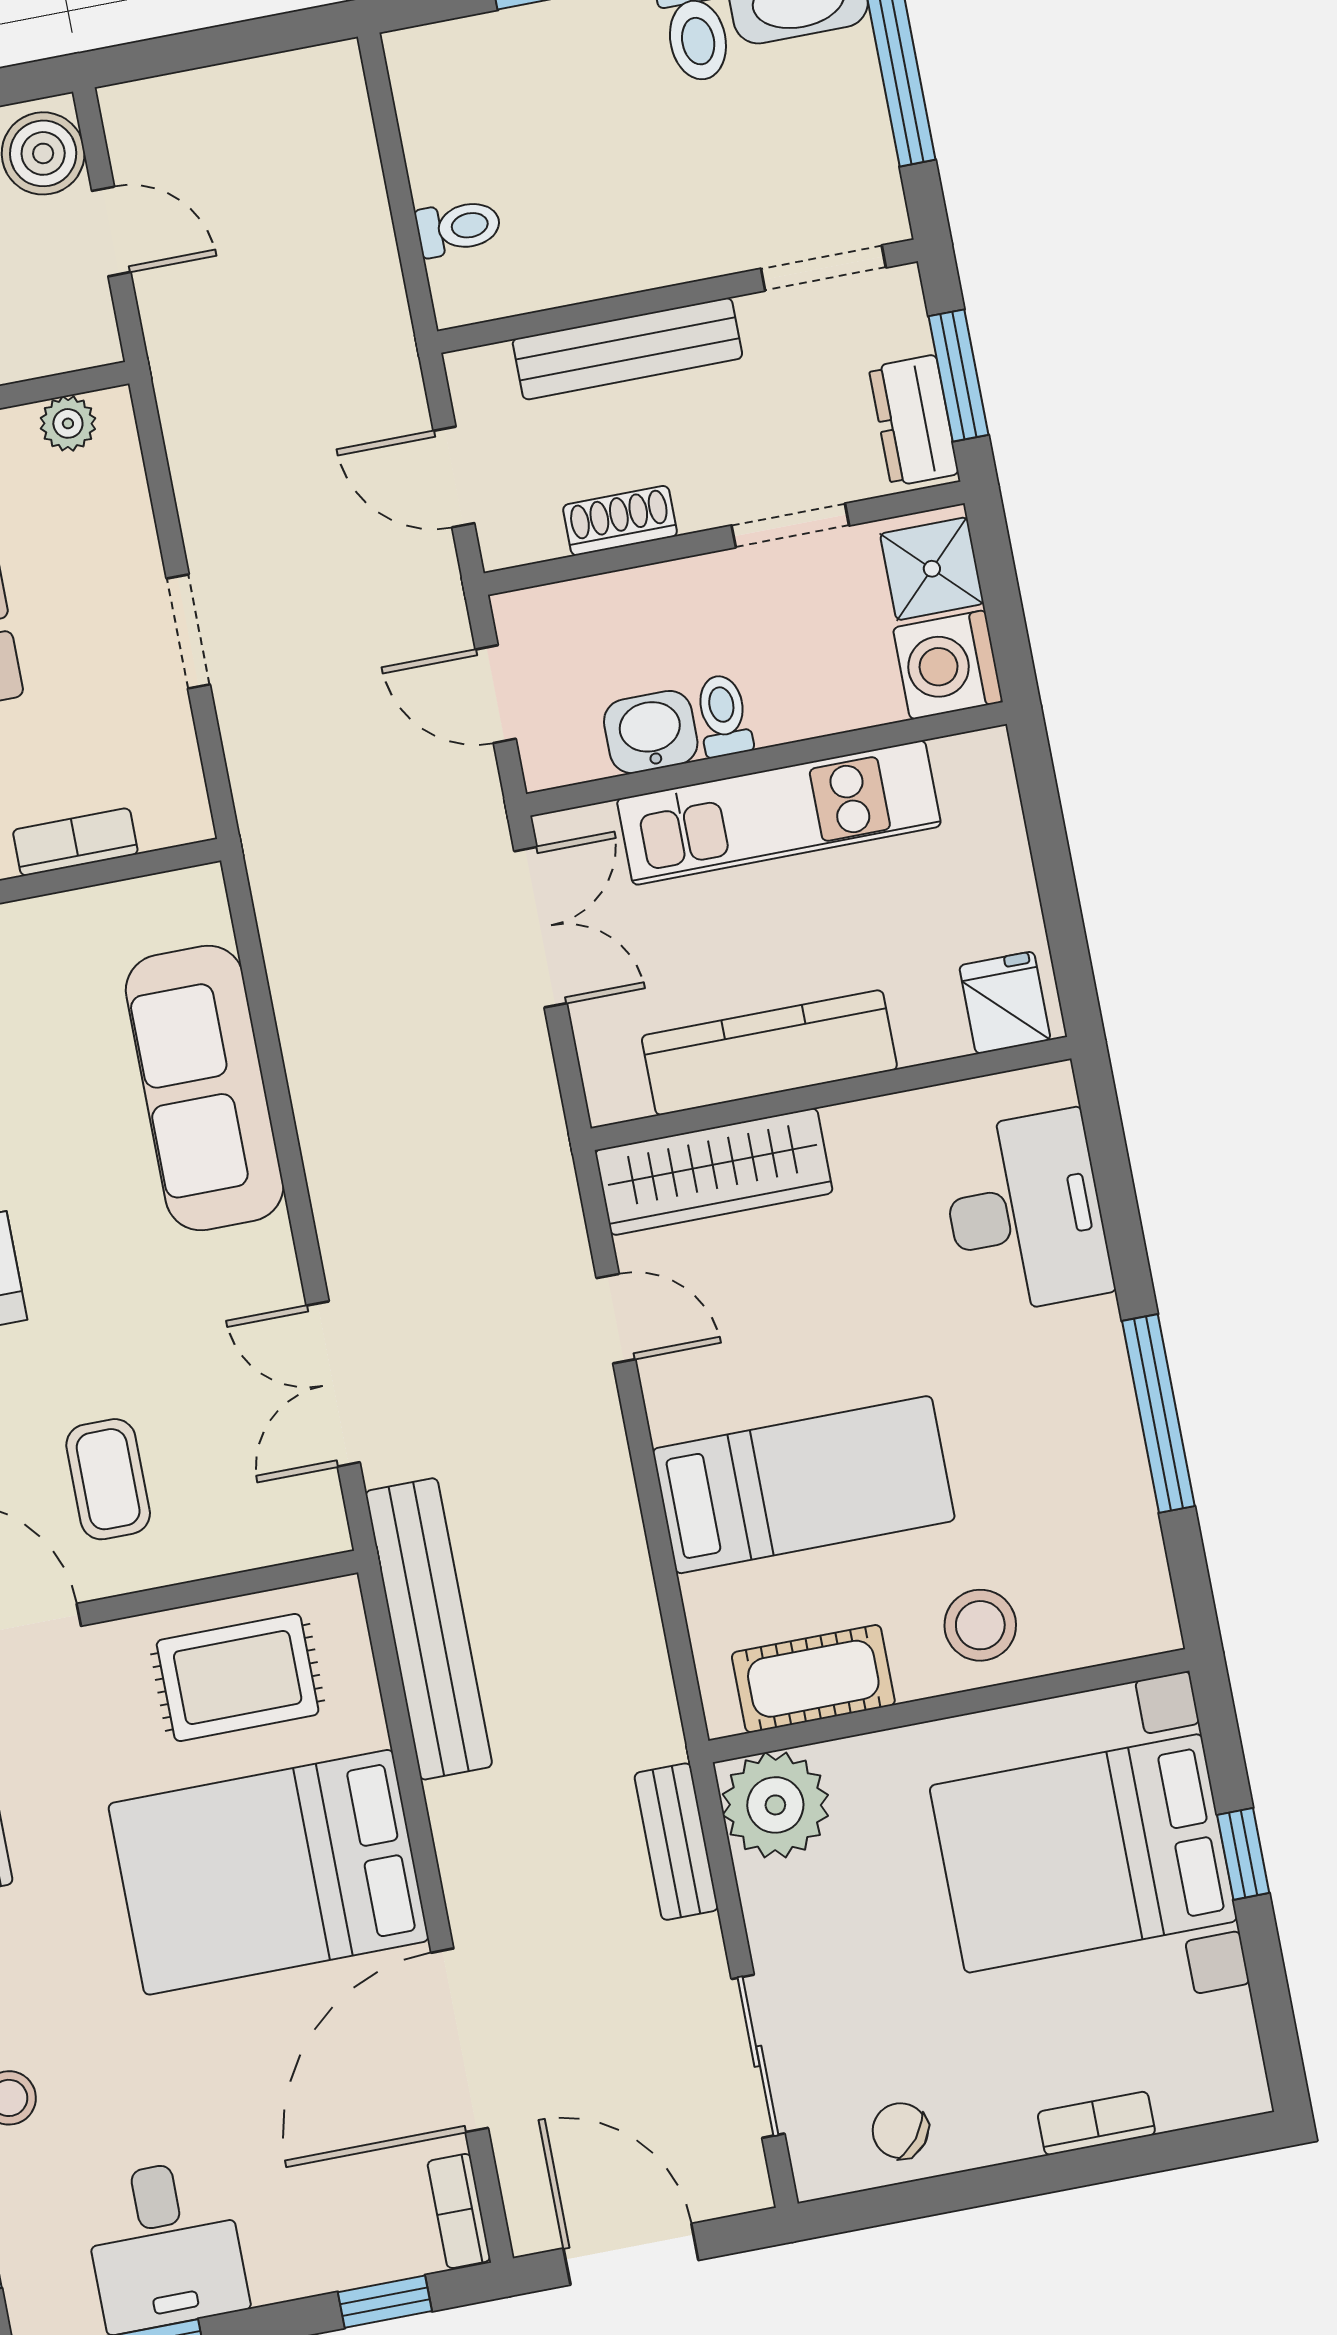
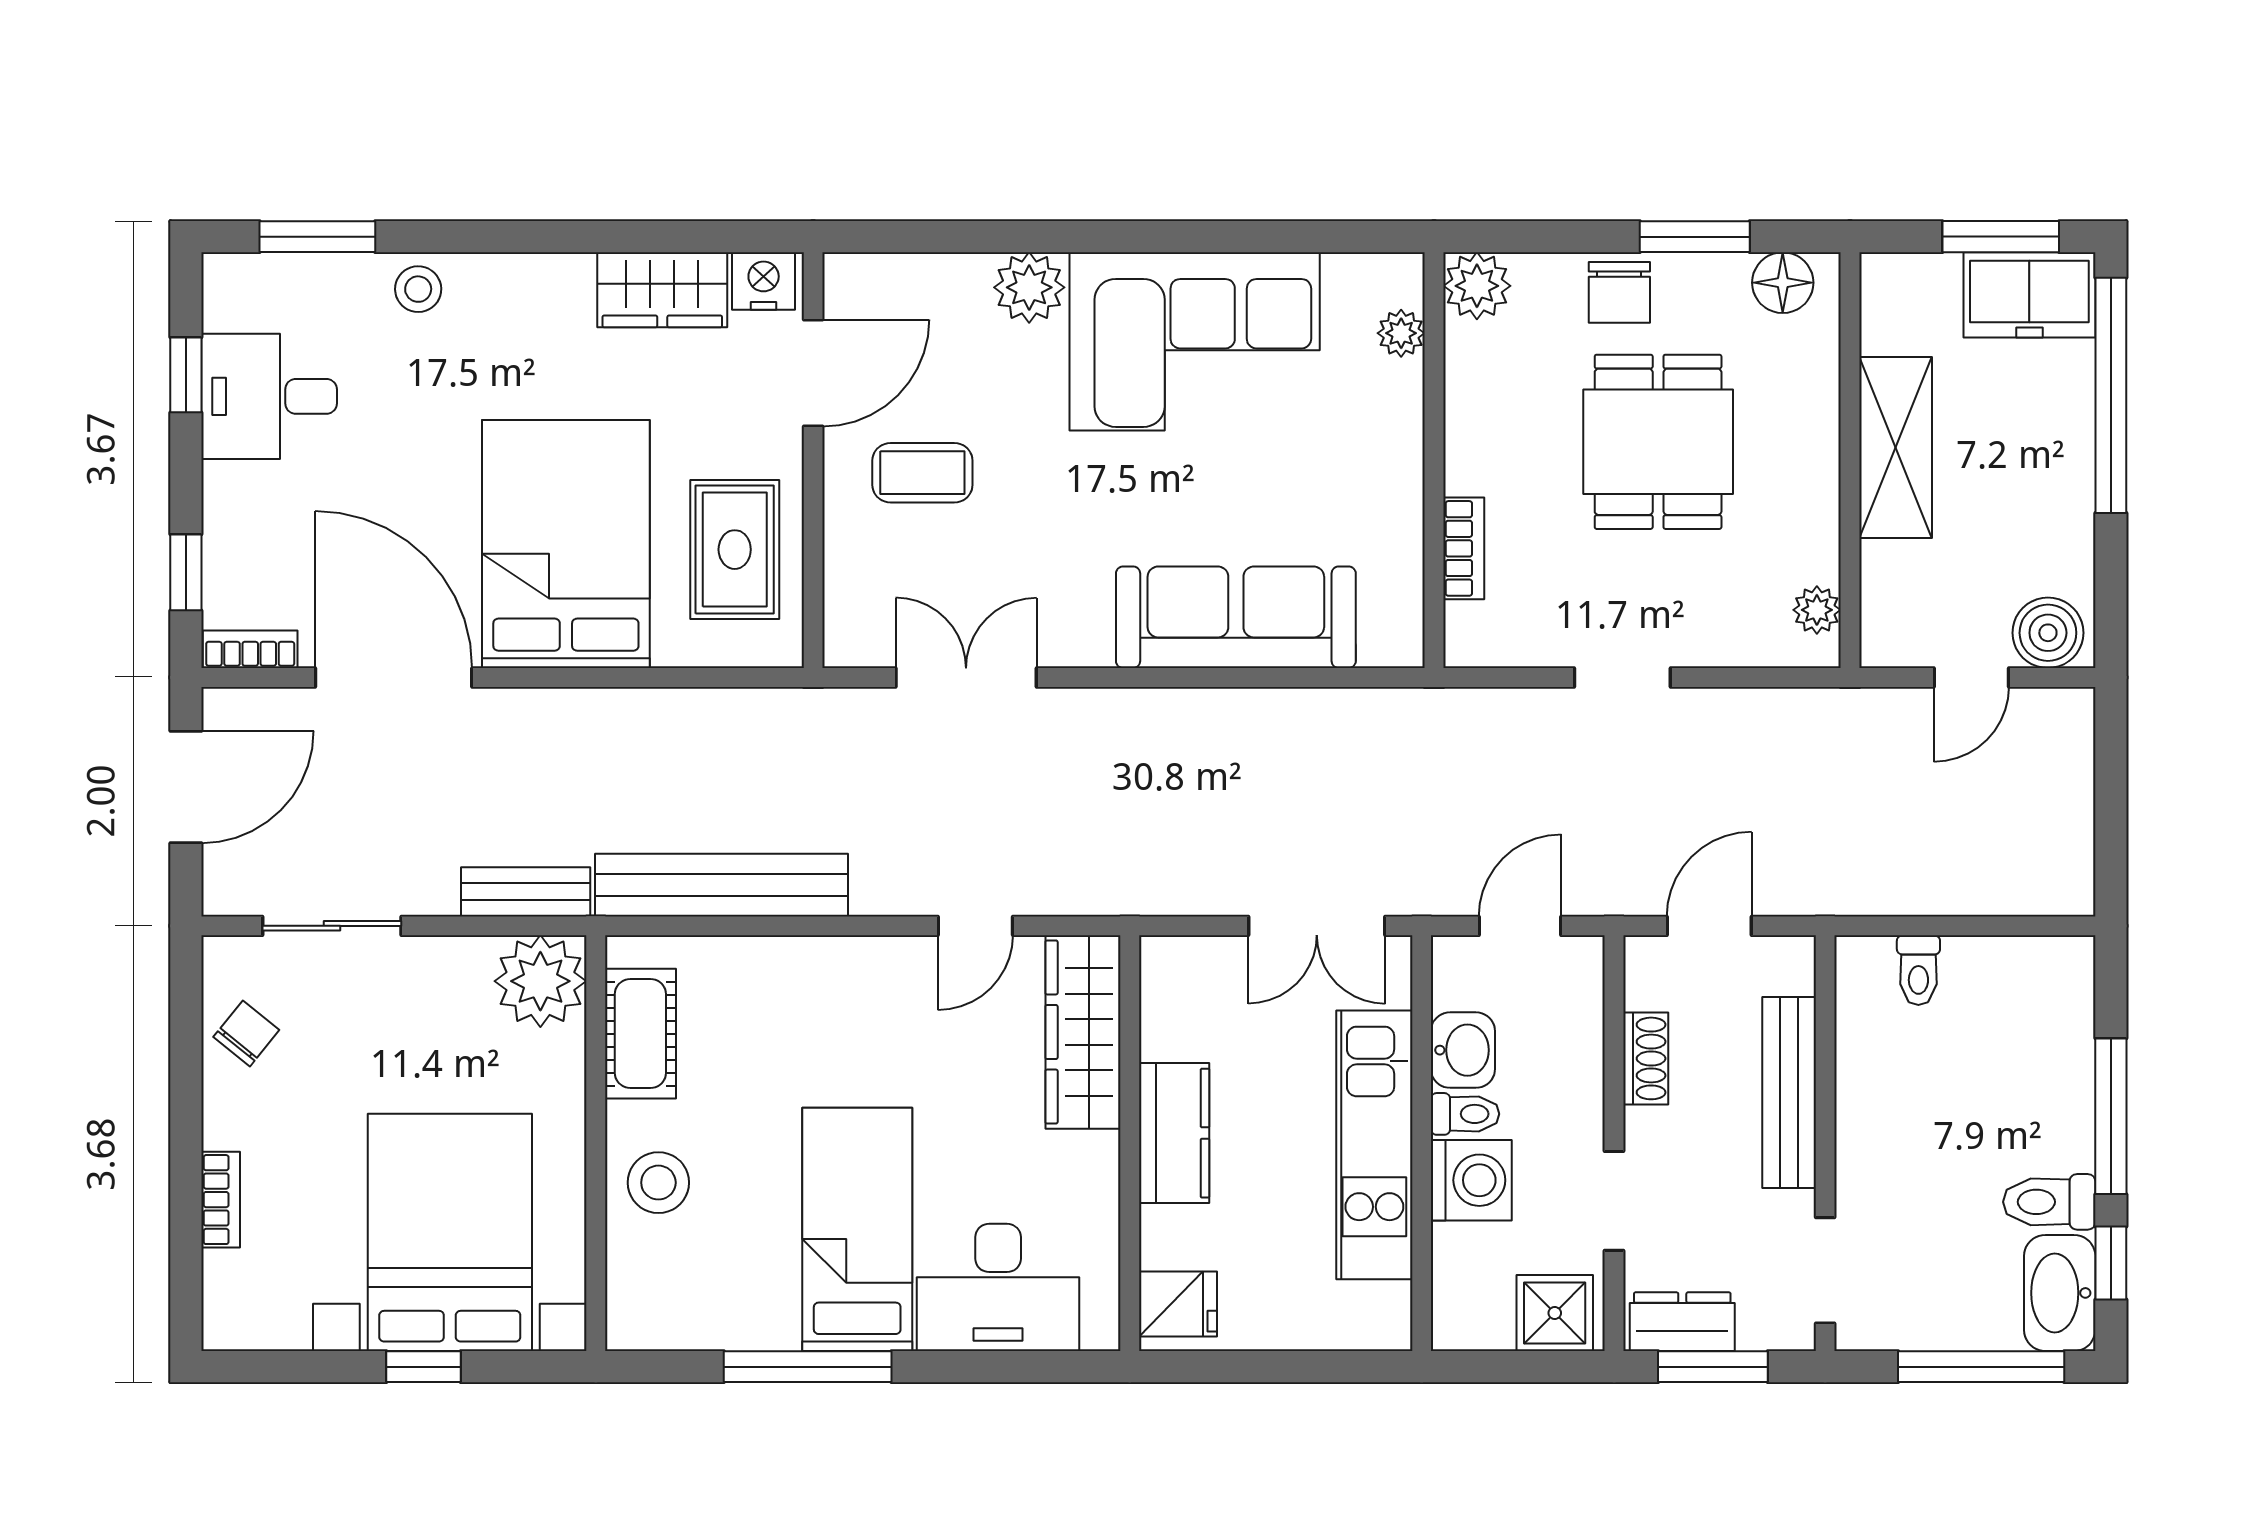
washing machine: (948, 665) -> (1471, 1180), moved, turned 90
kitchen counter: (769, 1053) -> (1174, 1133), width x0.67
bed: (804, 1485) -> (857, 1229), moved, turned 180
bench: (429, 1629) -> (721, 885), moved

